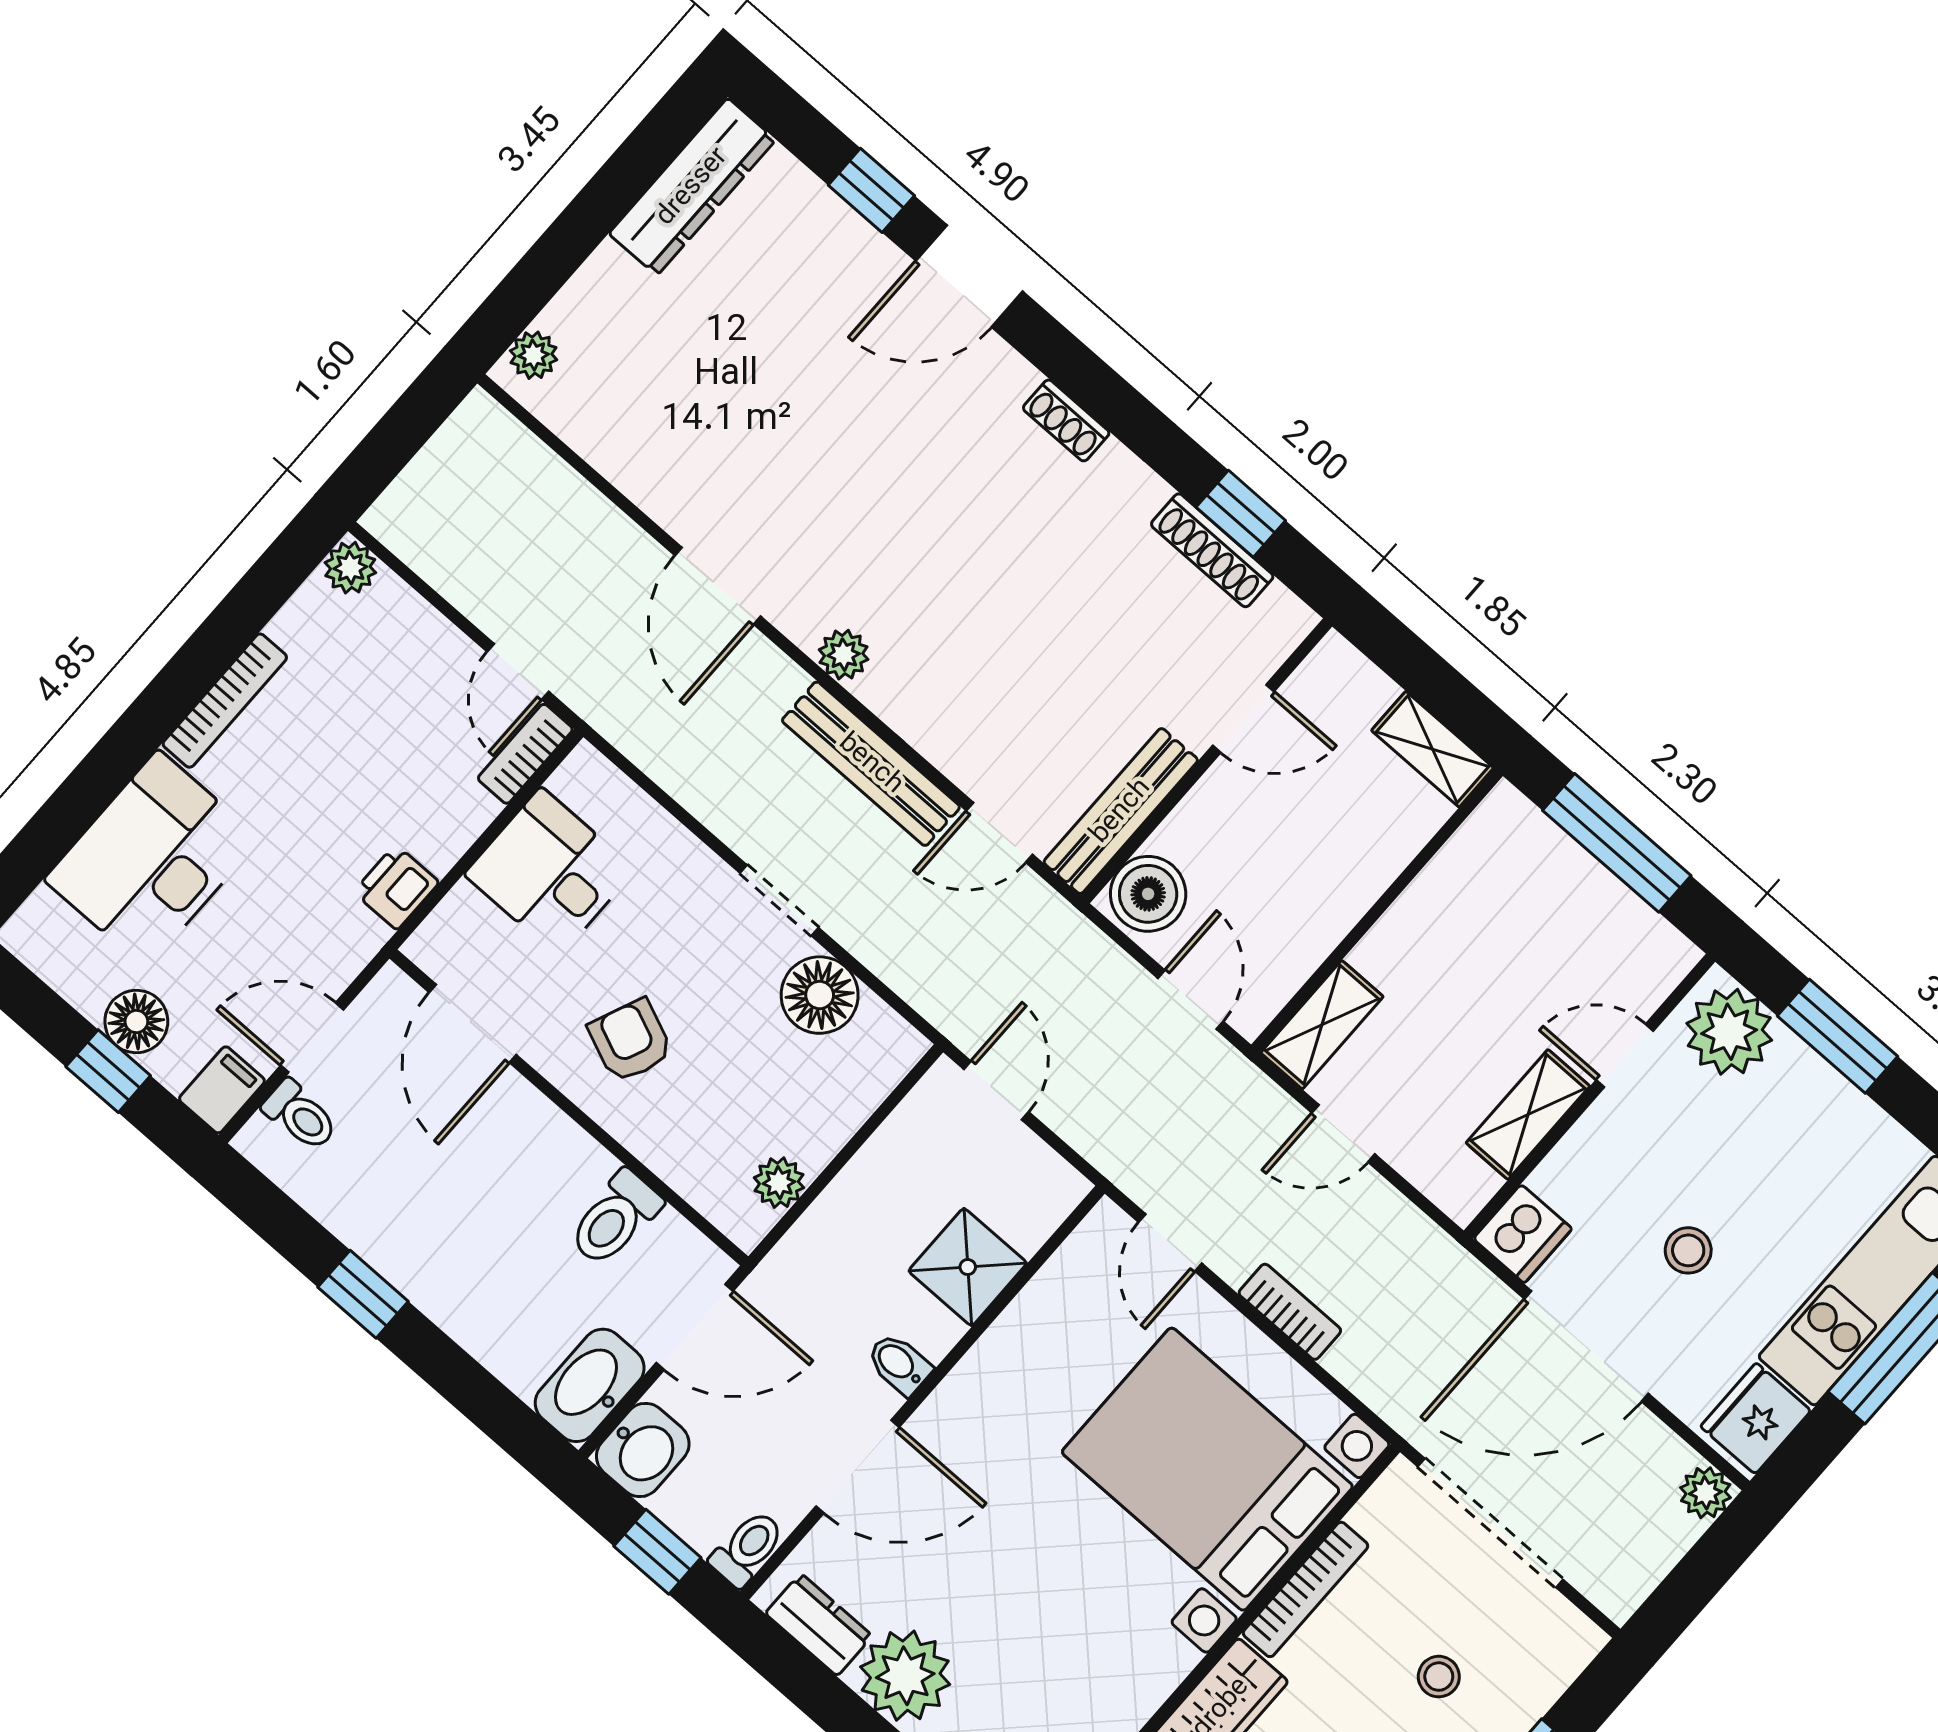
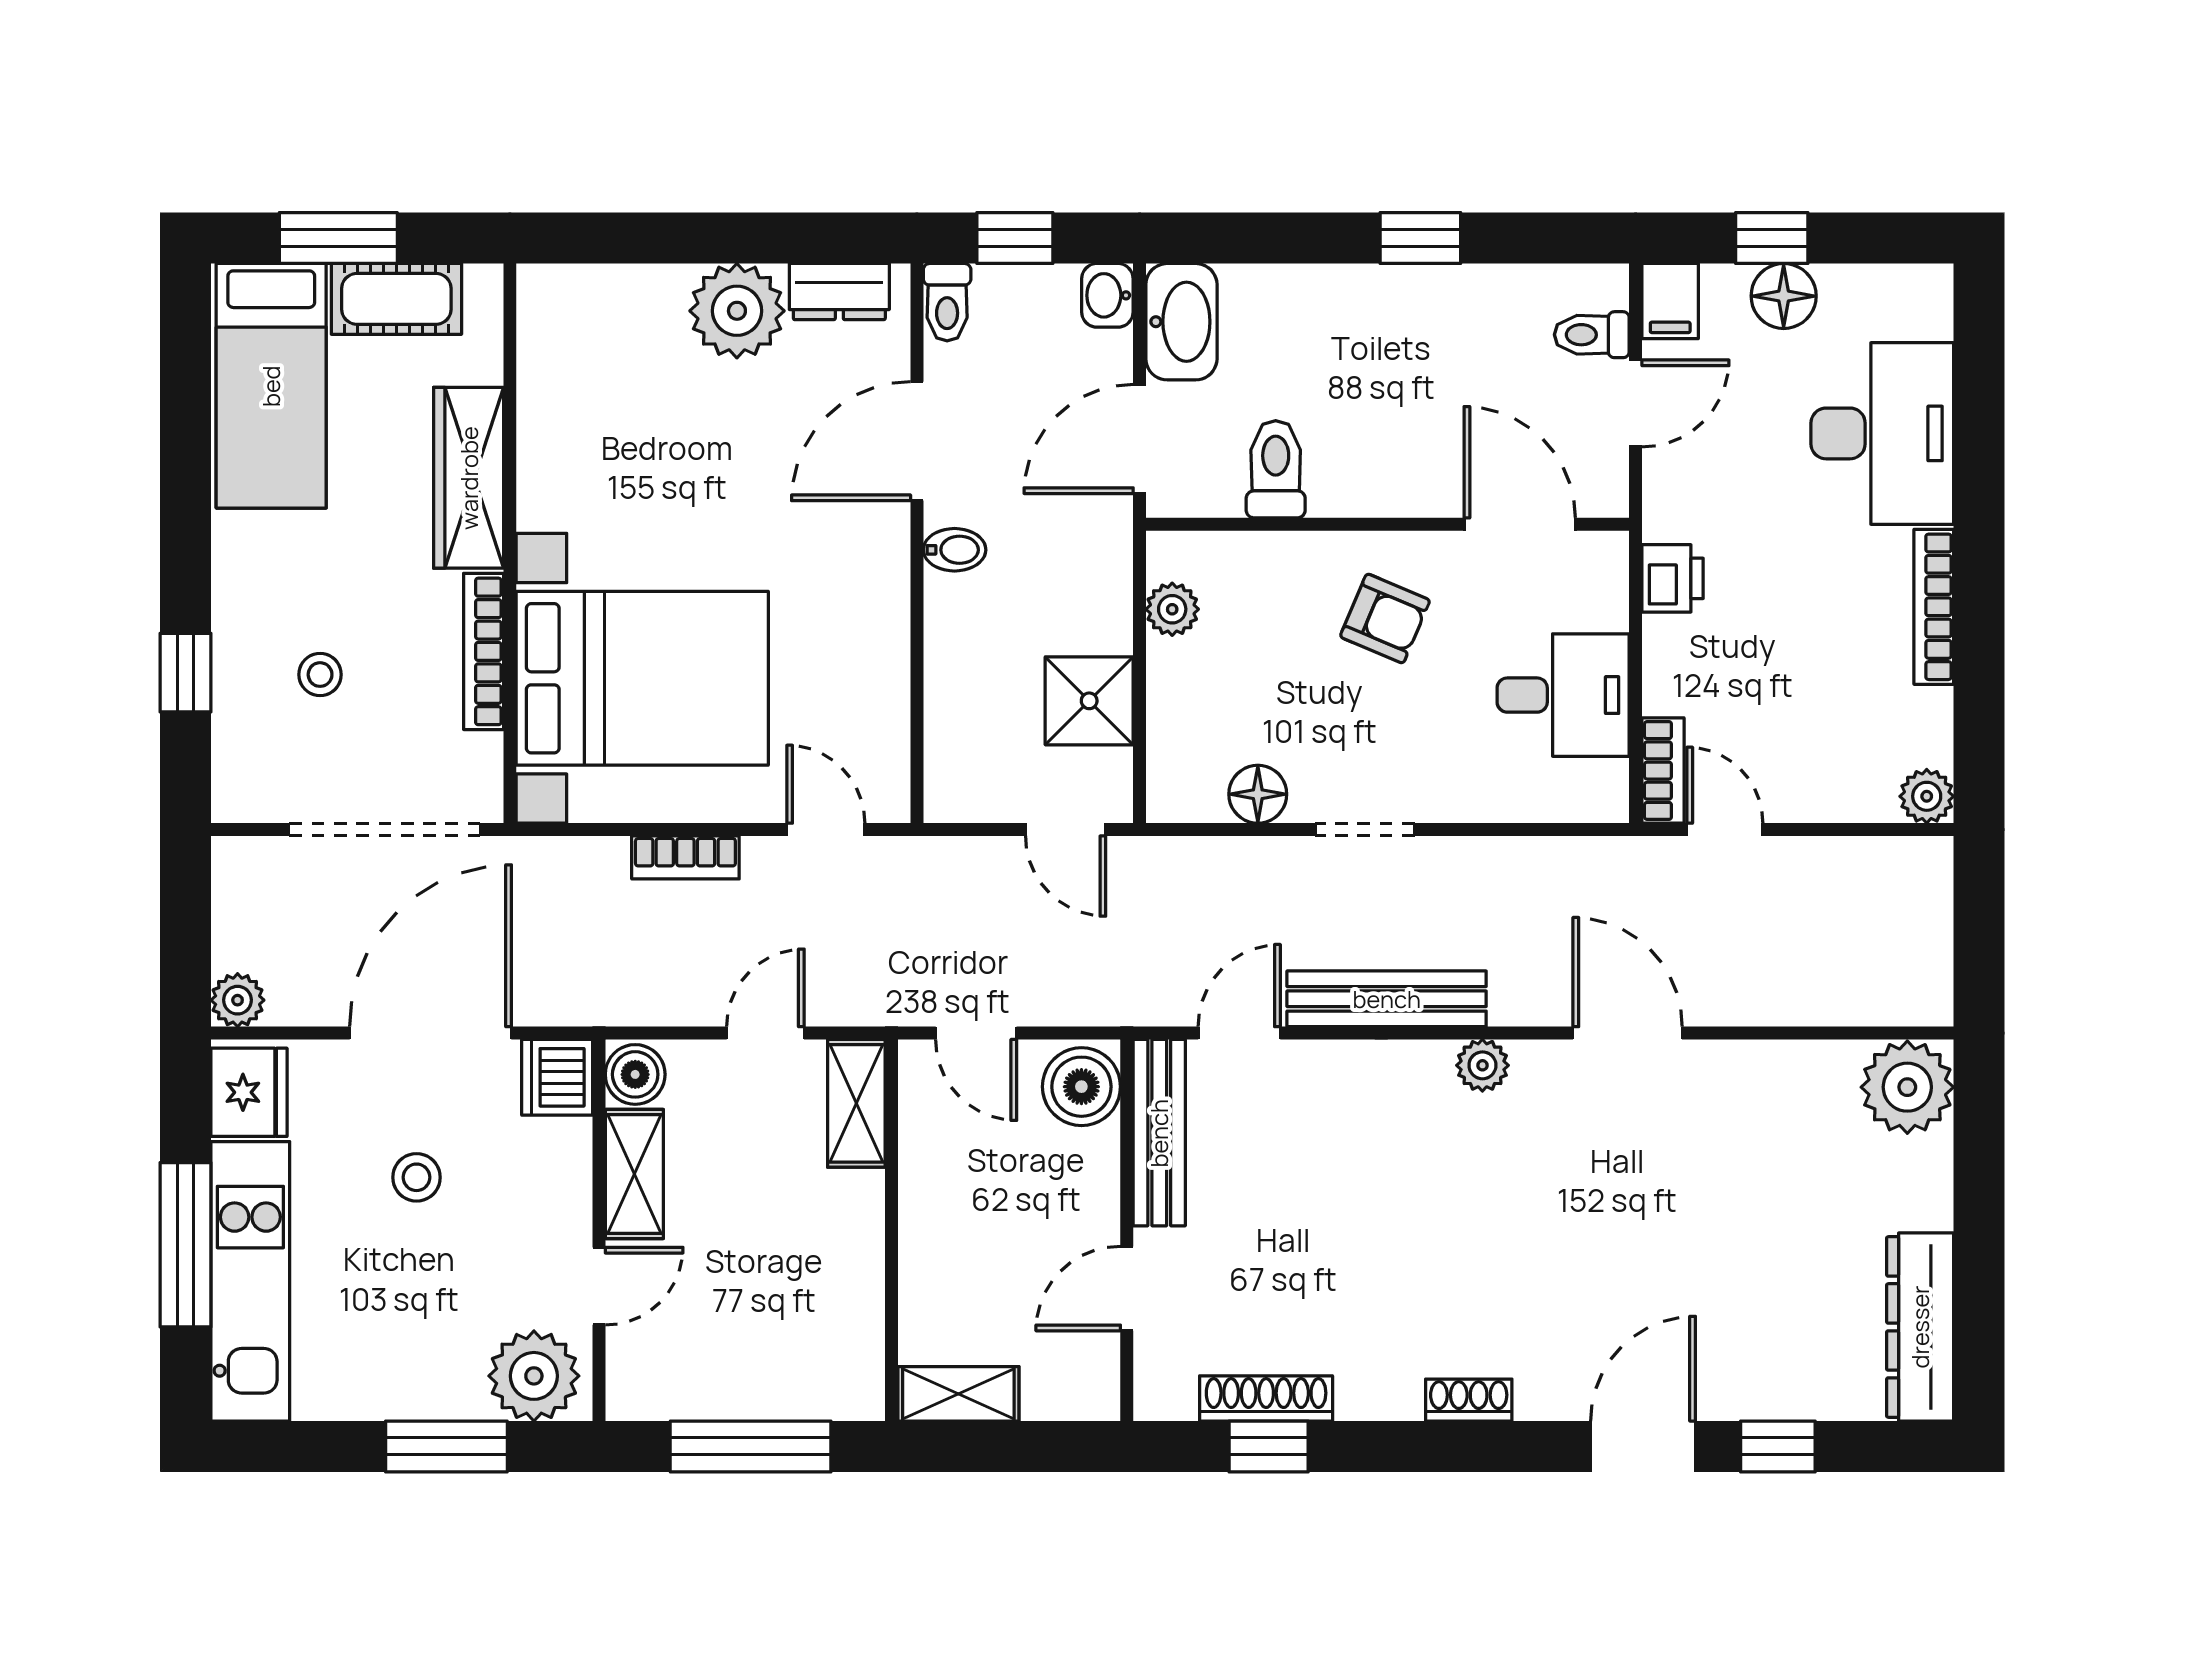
plant: (533, 355) -> (1907, 1087), width x1.87, depth x1.87
floor lamp: (820, 995) -> (1258, 794), width x0.73, depth x0.73
boiler: (1464, 1186) -> (635, 1074), added
shower: (968, 1267) -> (1089, 701), moved
washbasin: (643, 1450) -> (1107, 295), width x0.72, depth x0.69

